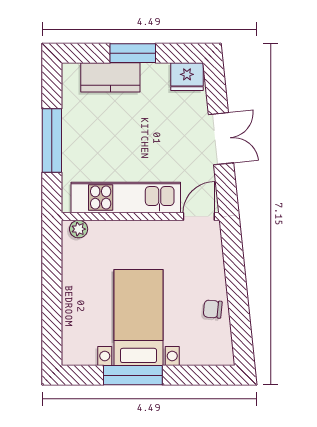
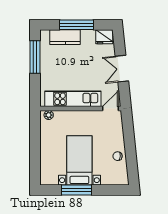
window: (133, 53) -> (76, 25), width x1.44
double door: (221, 139) -> (122, 69), swing flipped
window: (52, 141) -> (35, 57), moved

